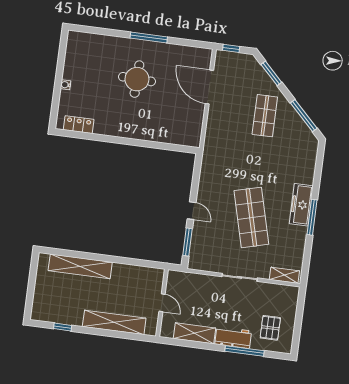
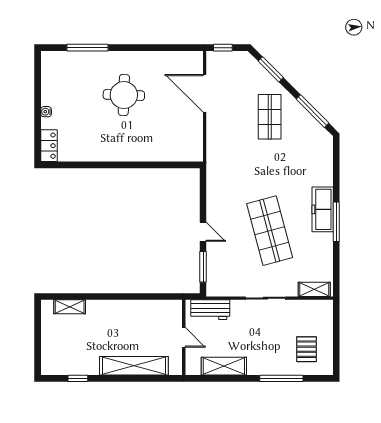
window: (149, 38) -> (87, 48), moved
locker: (79, 125) -> (49, 146), moved, turned 90
shelving: (80, 266) -> (70, 307), width x0.45, depth x0.75
workbench: (233, 337) -> (210, 310), moved, turned 180

